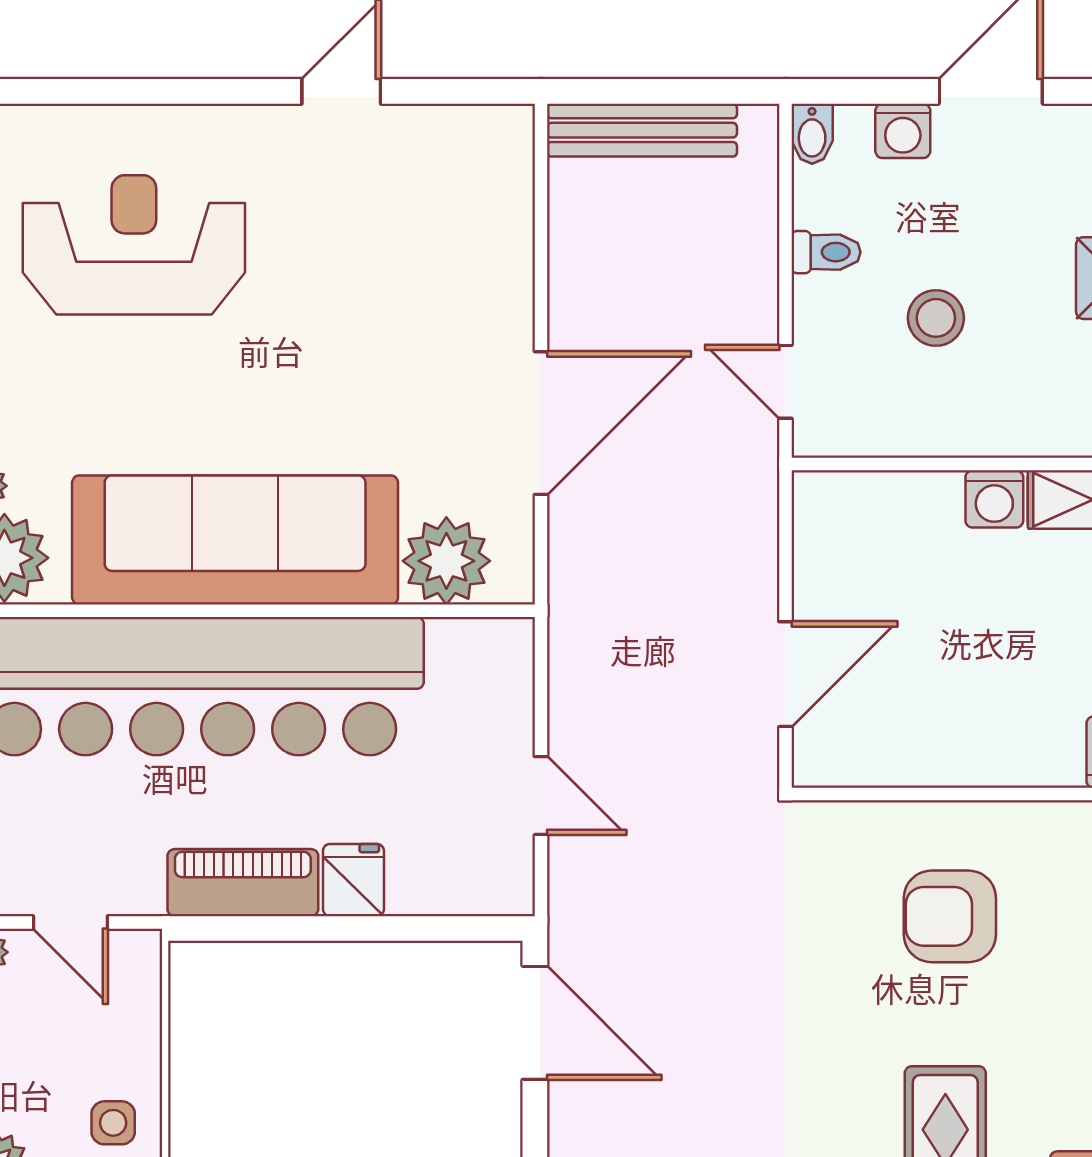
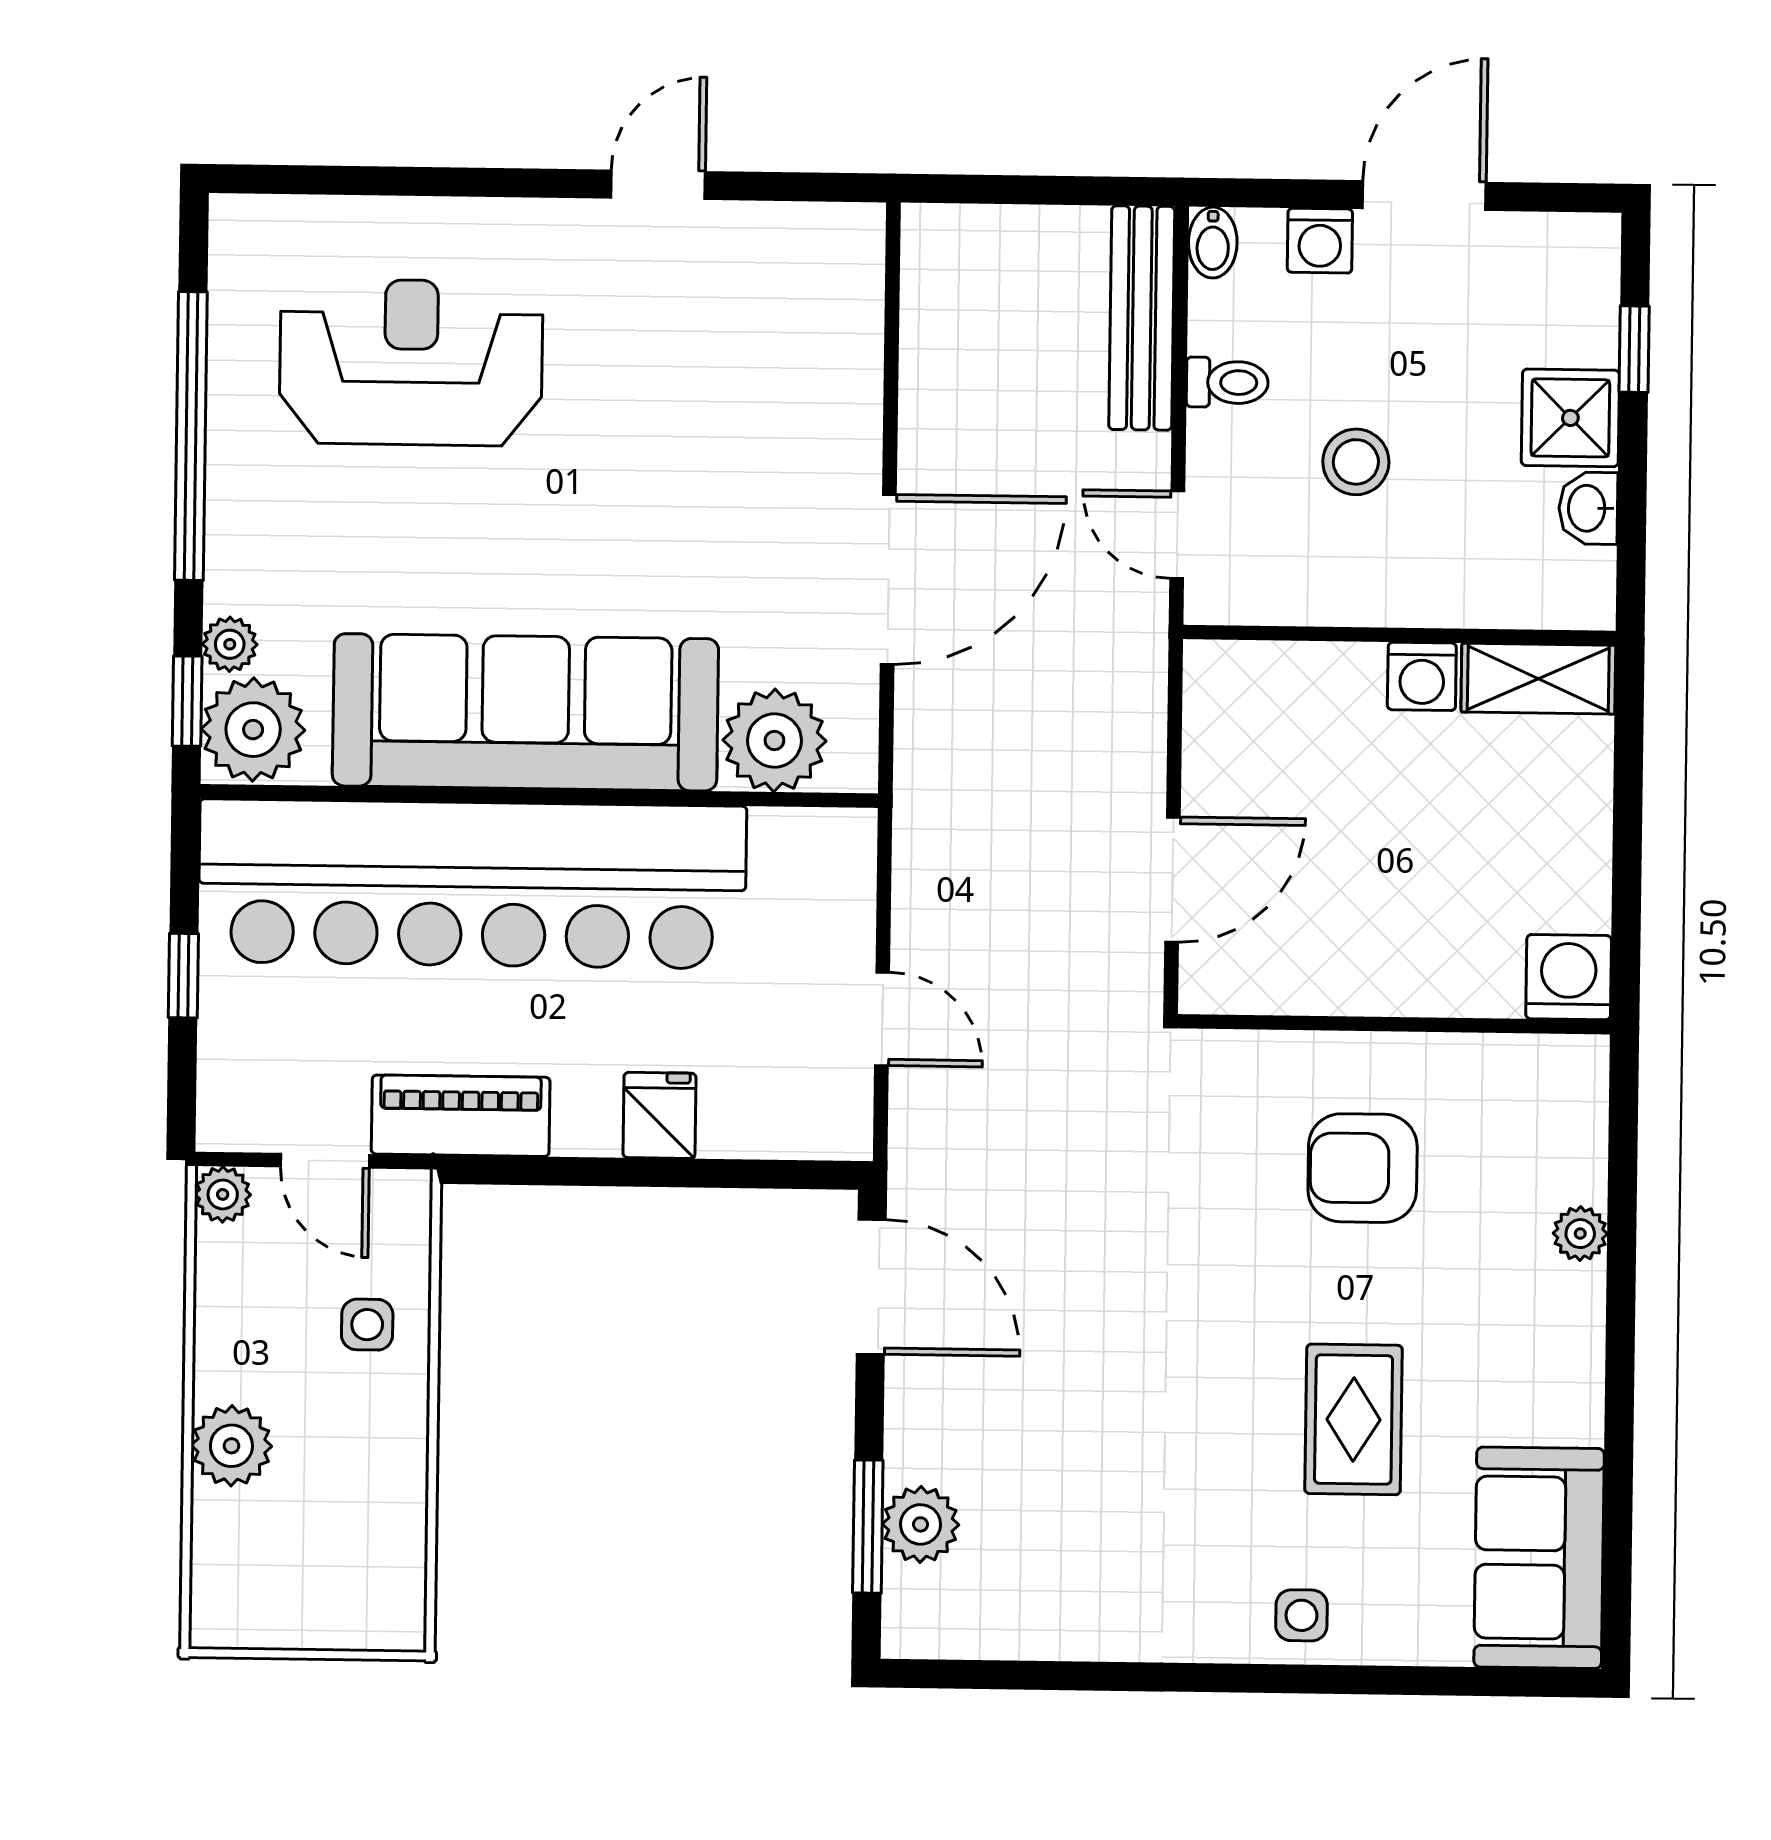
bench: (642, 130) -> (1142, 318), moved, turned 90
piano: (243, 883) -> (461, 1116), moved
side table: (113, 1123) -> (367, 1325), moved

